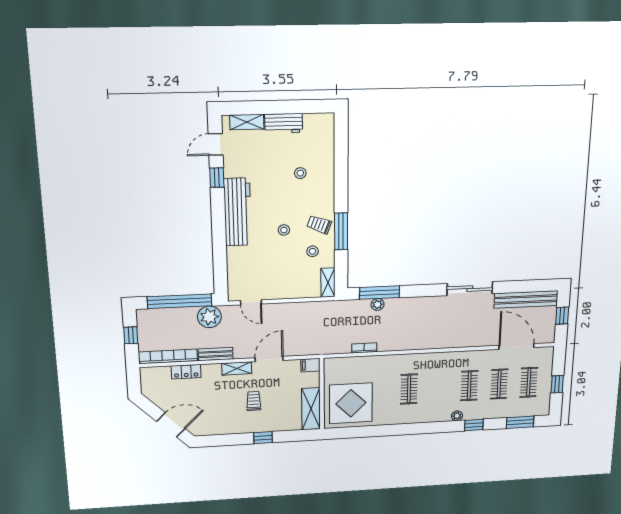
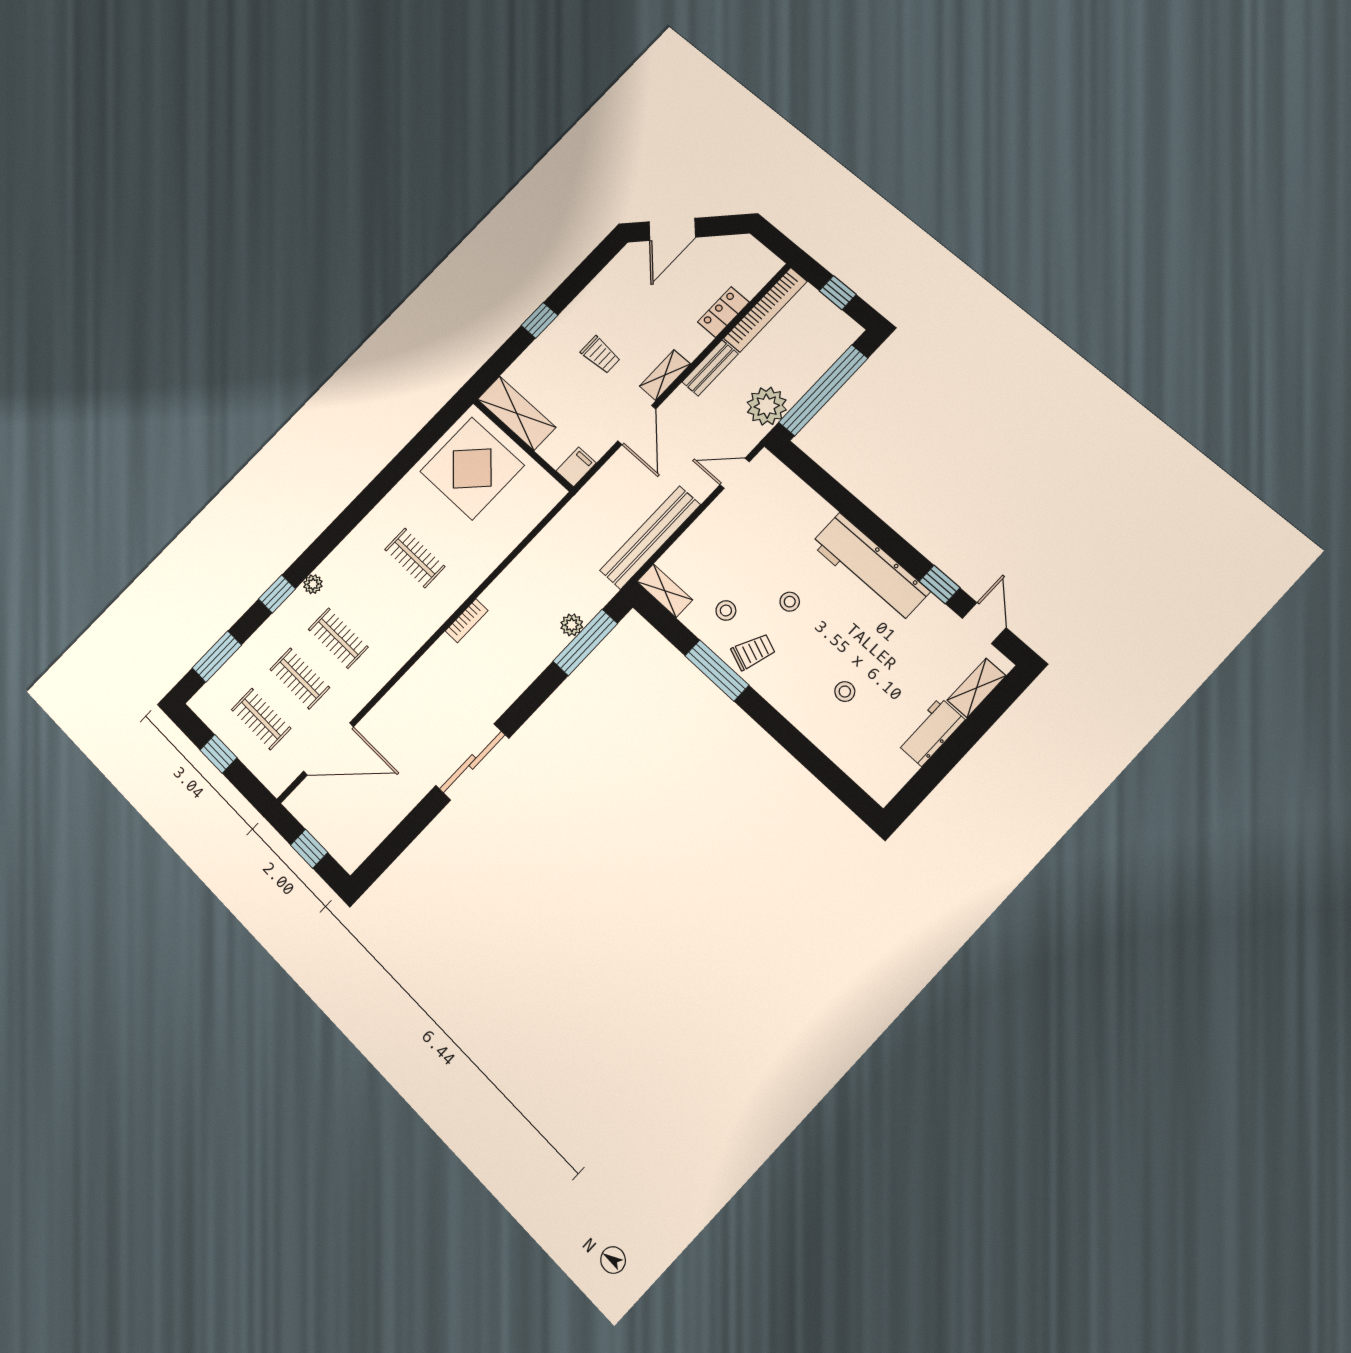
bench: (526, 299) -> (650, 537), moved
bookcase: (364, 348) -> (467, 621), moved

